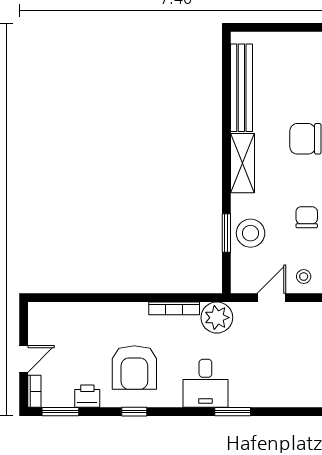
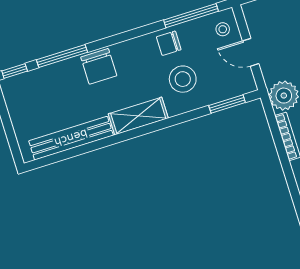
window: (226, 233) -> (227, 104), moved
stool: (251, 233) -> (183, 79), moved

